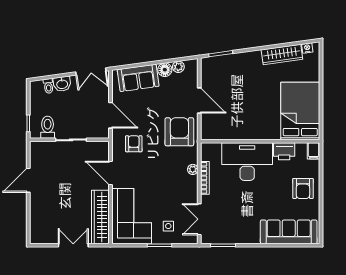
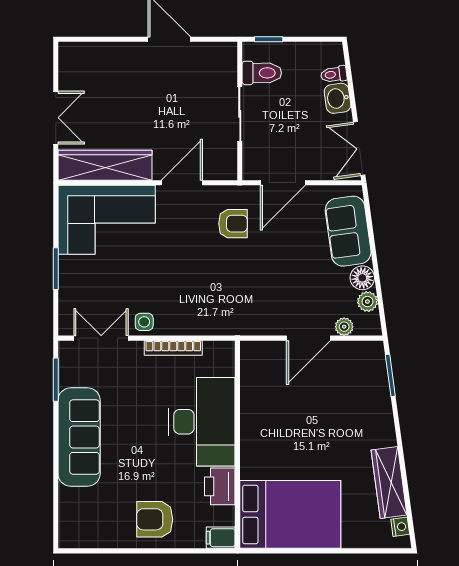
armchair: (179, 132) -> (254, 303), removed
plant: (193, 169) -> (344, 327), moved
side table: (168, 226) -> (144, 322), moved
sofa: (289, 232) -> (79, 437), moved

